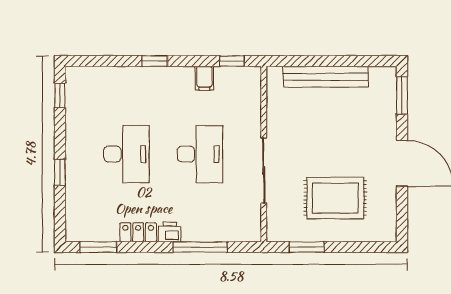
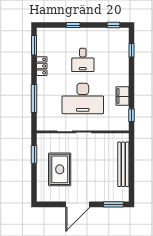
window: (155, 61) -> (132, 50), moved
filing cabinet: (204, 78) -> (123, 96), width x2.00
desk: (126, 154) -> (83, 60), width x0.73
desk: (200, 154) -> (83, 98), width x1.36, depth x1.30
printer: (170, 232) -> (42, 83), removed

